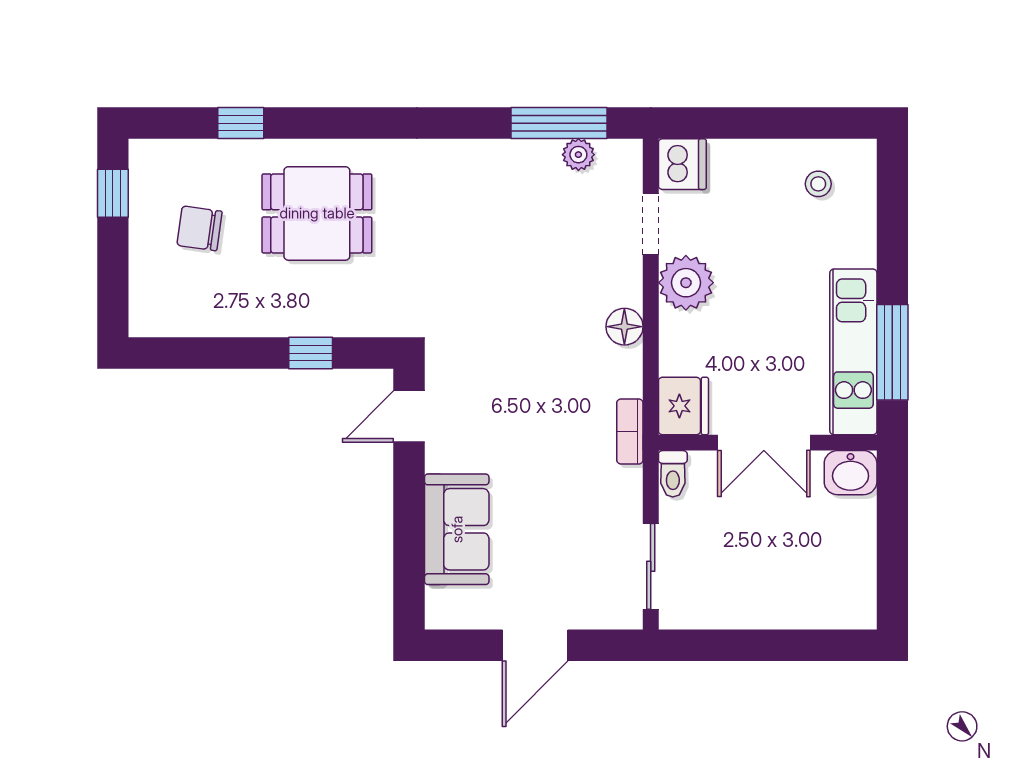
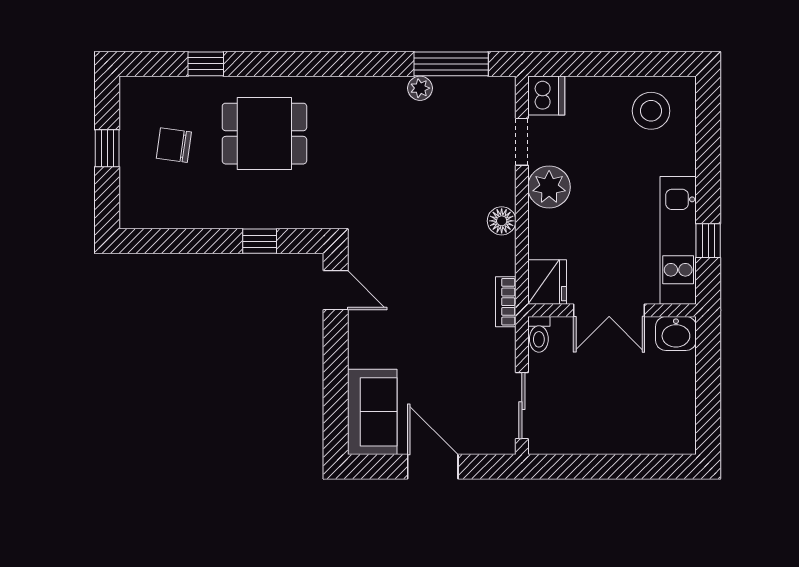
plant: (578, 155) -> (420, 88), moved
stool: (818, 184) -> (651, 111), width x1.89, depth x1.89
window: (113, 193) -> (107, 148), moved
window: (892, 352) -> (708, 241), width x0.46
door: (409, 416) -> (336, 290), swing flipped
sofa: (457, 529) -> (372, 412), moved
door: (535, 645) -> (433, 467), swing flipped

